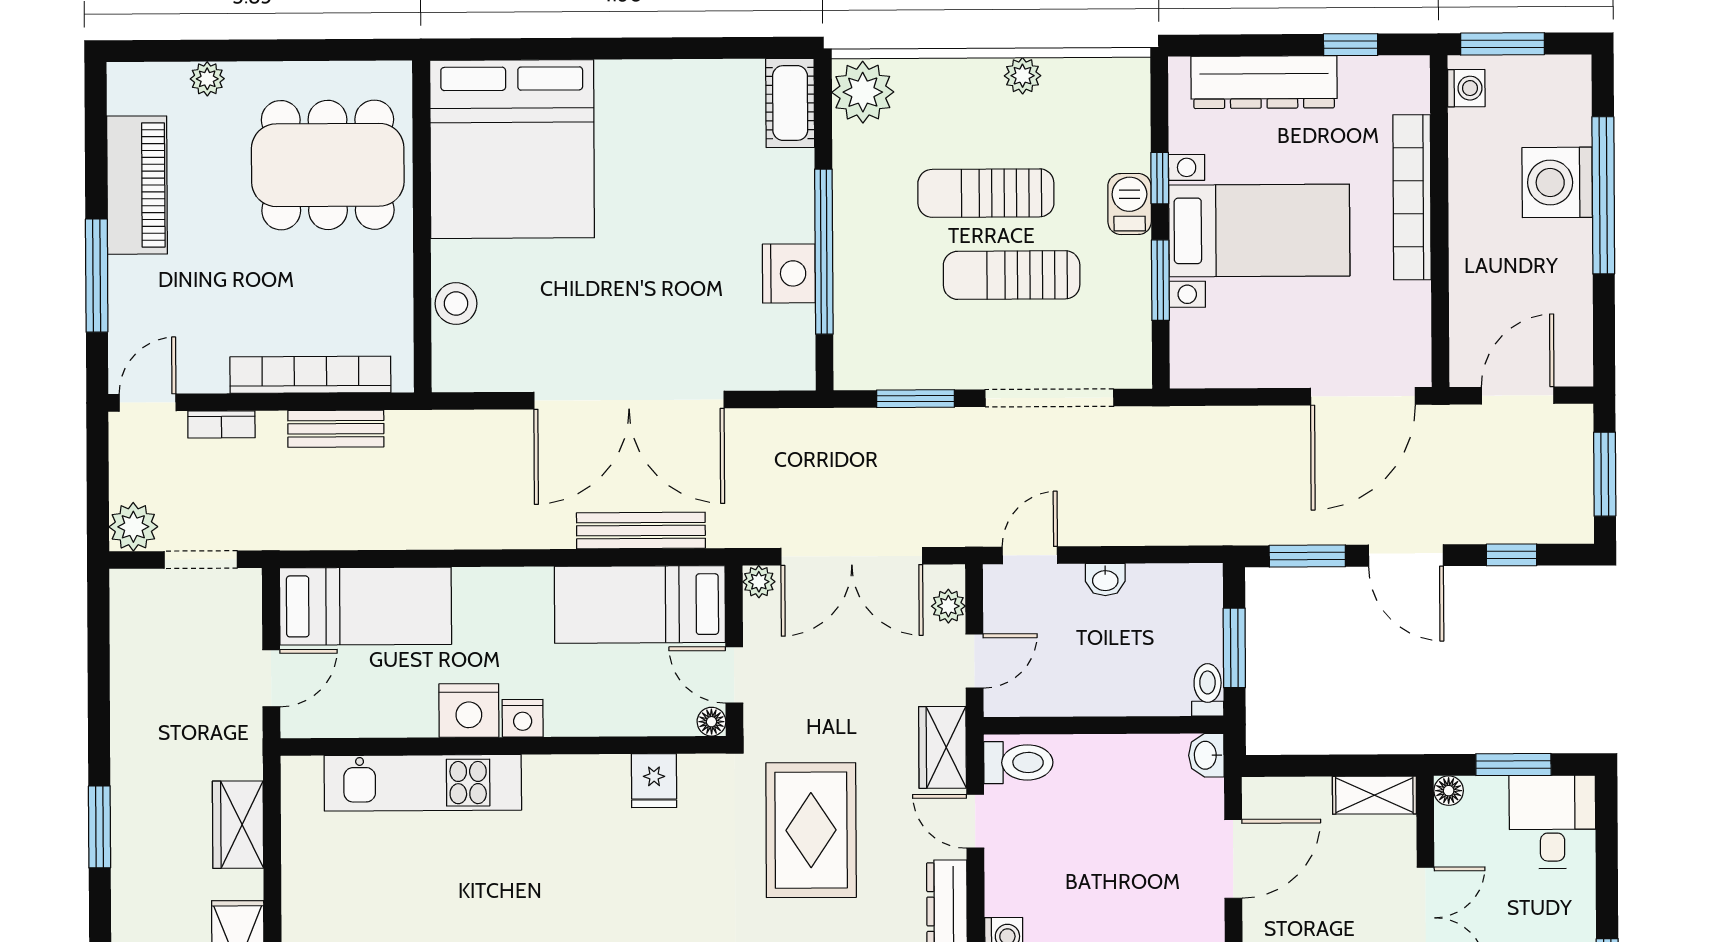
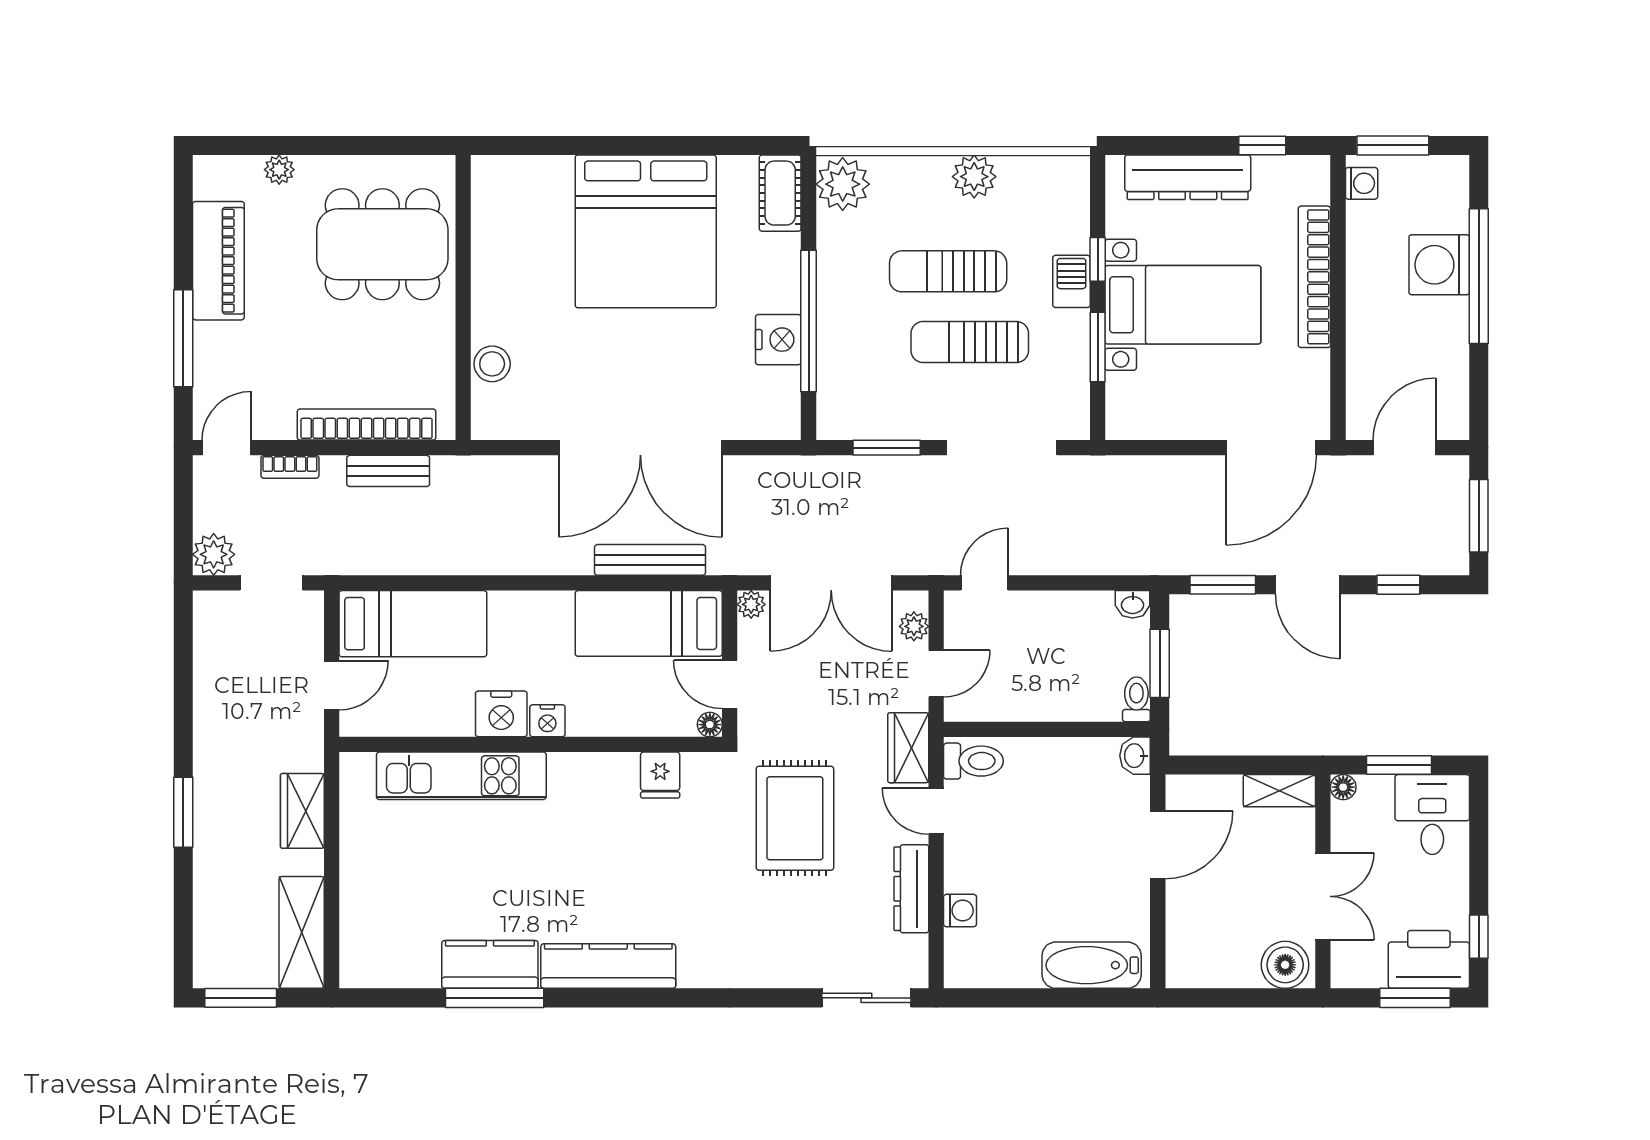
plant: (1023, 76) -> (974, 177), width x1.38, depth x1.38
bed: (512, 149) -> (646, 231), moved
washbasin: (1105, 580) -> (1133, 604), moved

